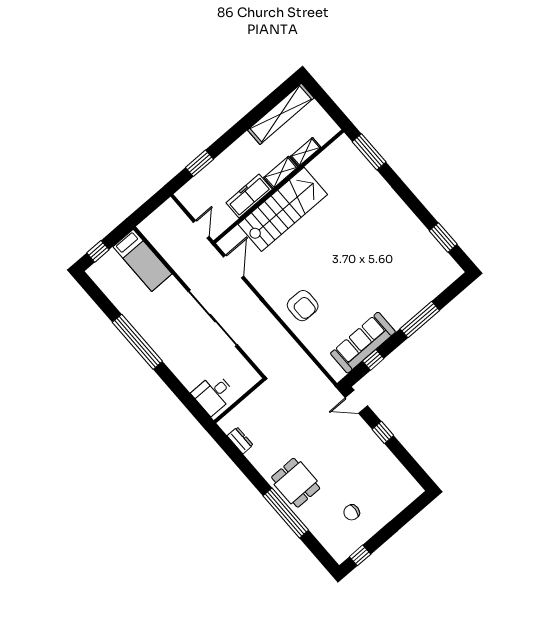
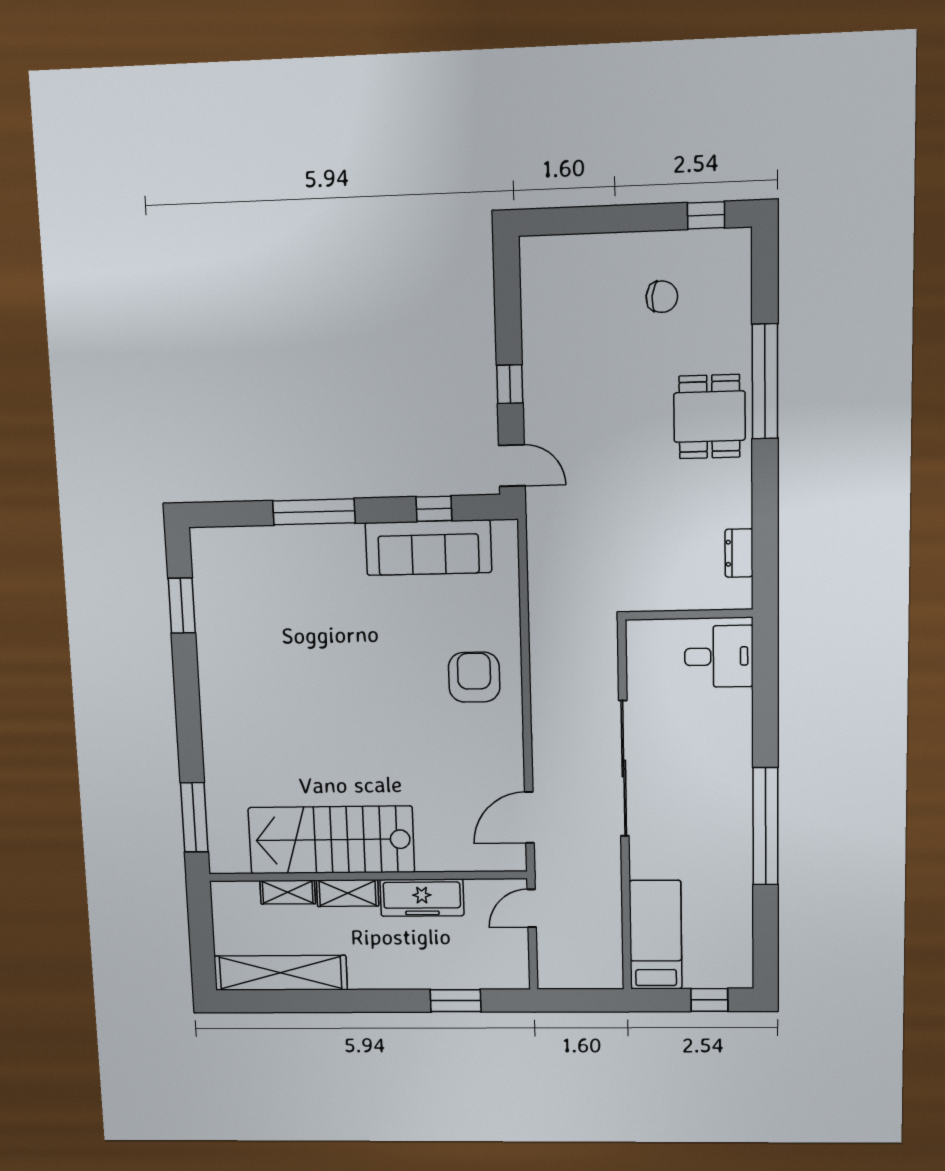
stairs: (283, 209) -> (331, 840), moved

